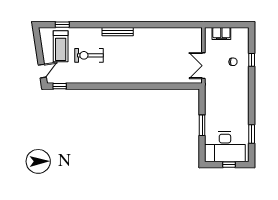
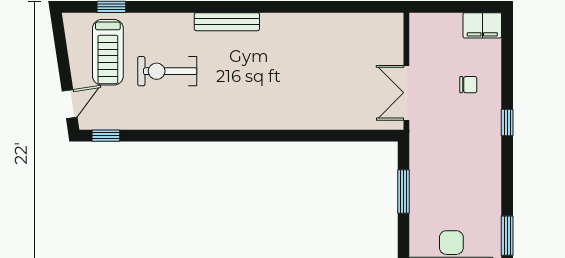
filing cabinet: (221, 33) -> (482, 25), moved
window: (252, 60) -> (507, 123), moved
window: (202, 125) -> (403, 192), moved

